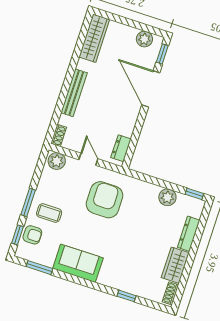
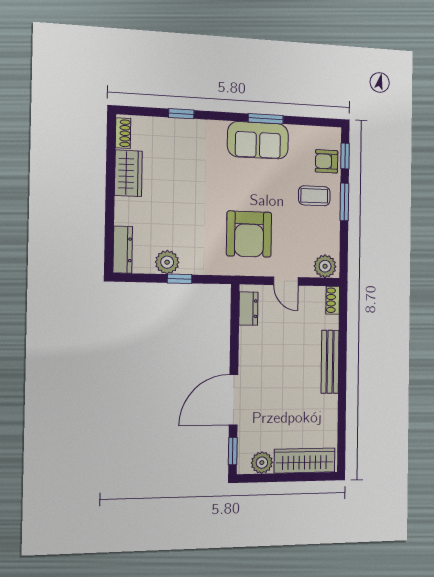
wardrobe: (94, 38) -> (305, 461), moved, turned 90
door: (151, 89) -> (234, 400), swing flipped
window: (194, 194) -> (180, 279), moved
dresser: (189, 234) -> (123, 250), moved
window: (39, 268) -> (266, 119), moved

